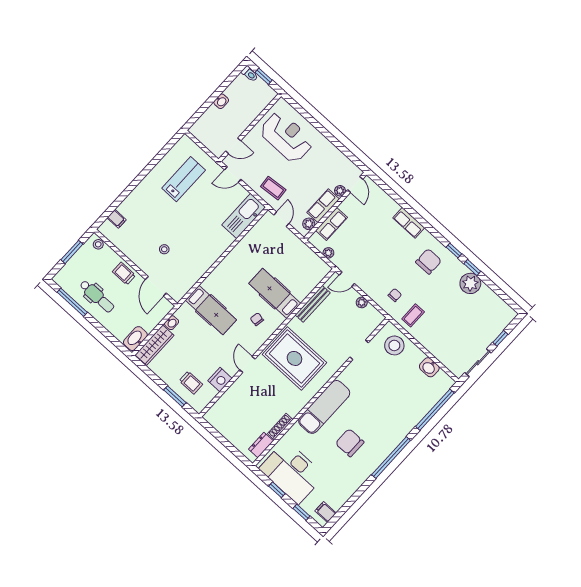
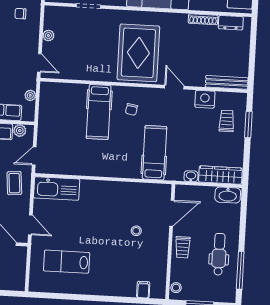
bench: (313, 304) -> (227, 82), moved
door: (247, 364) -> (174, 87), swing flipped

